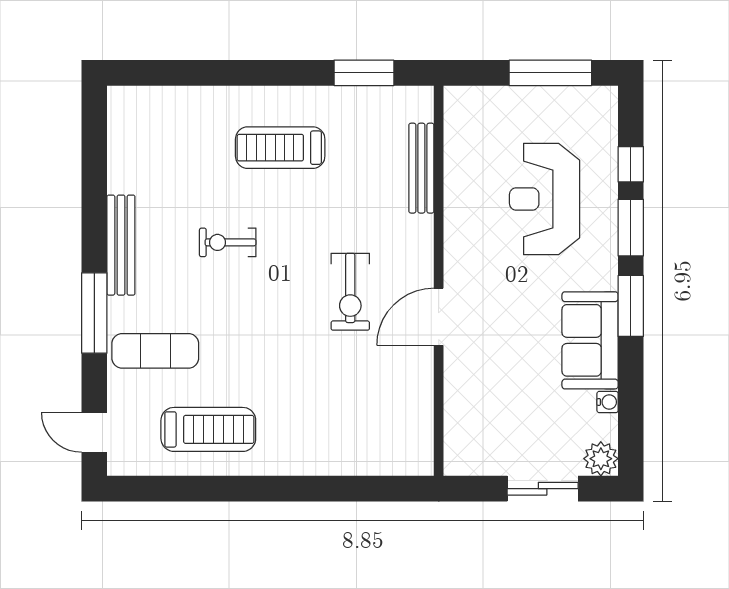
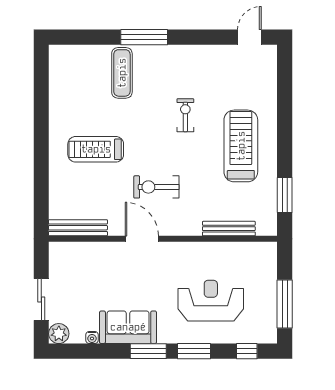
treadmill: (280, 148) -> (241, 146), width x1.37, depth x1.38
window: (631, 164) -> (247, 351), moved
bench: (121, 245) -> (78, 228), moved
treadmill: (208, 429) -> (96, 149), moved, turned 90
door: (94, 432) -> (249, 37), moved

